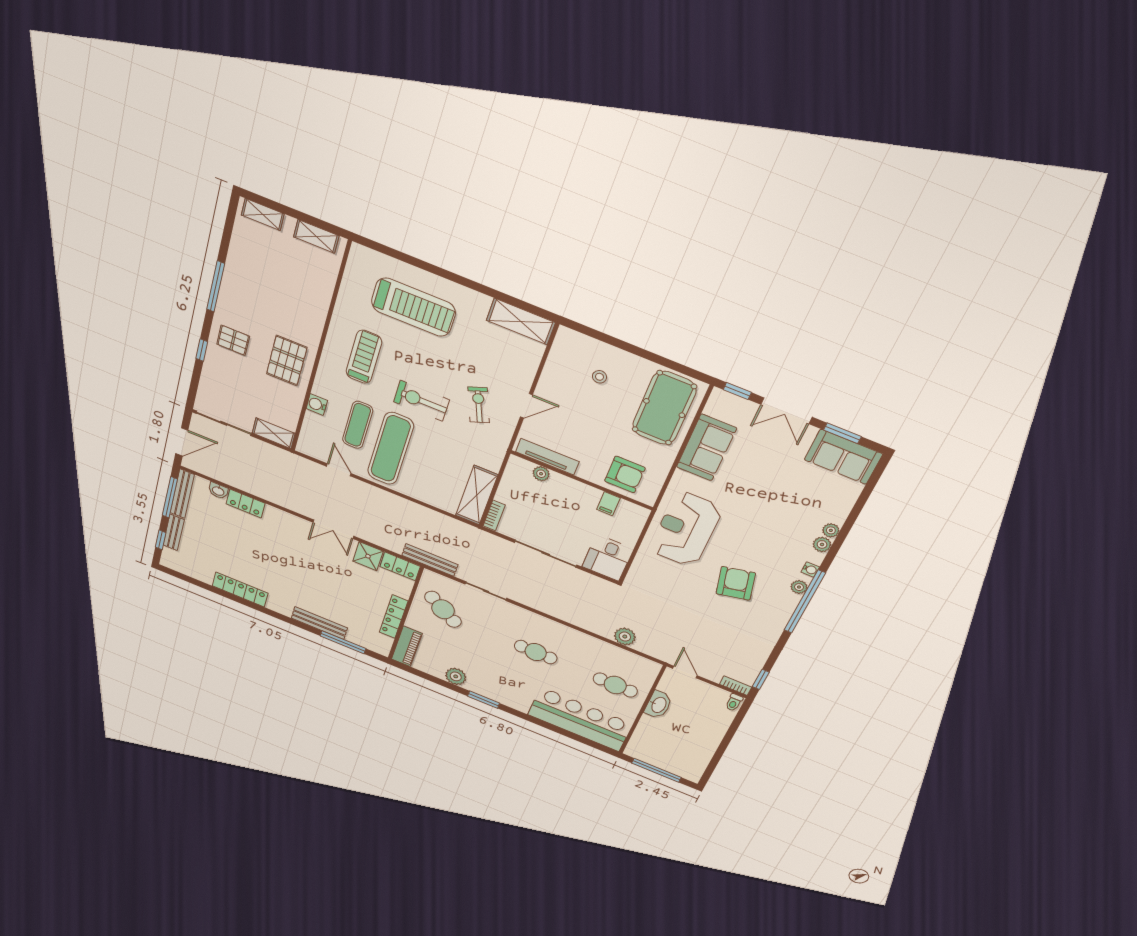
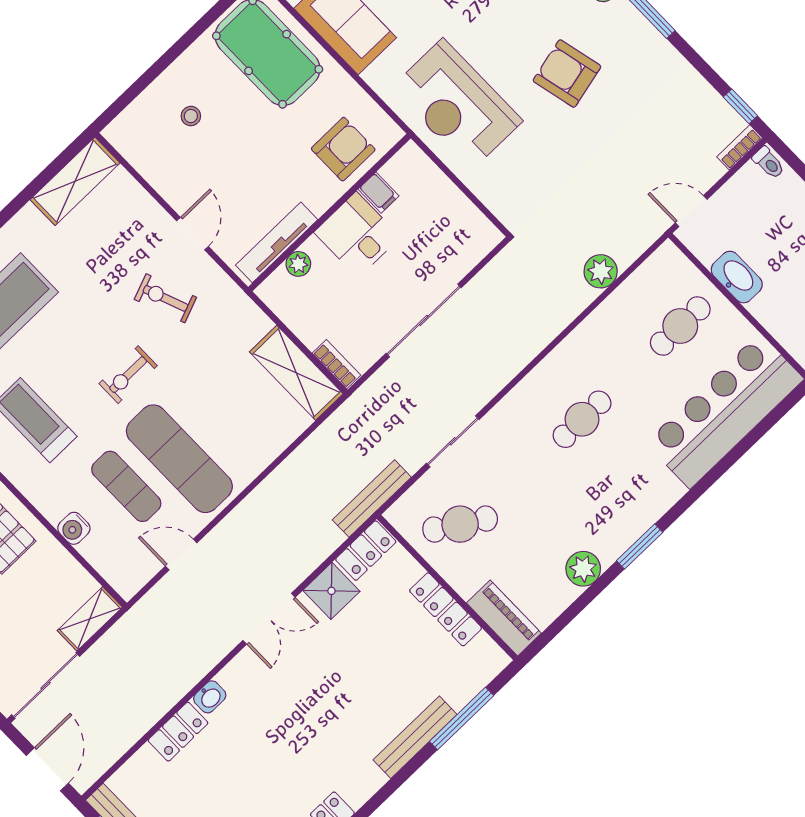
exercise bike: (421, 401) -> (128, 375), width x0.73, depth x0.72
washbasin: (218, 491) -> (210, 697), moved
desk: (608, 558) -> (357, 235), moved, turned 180

